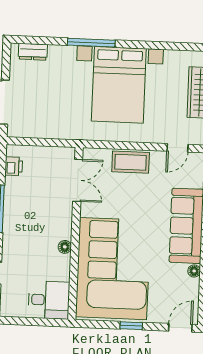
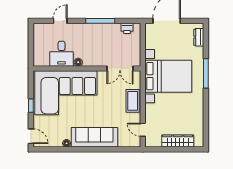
bed with nightstands: (119, 85) -> (168, 76), moved, turned 180
desk: (49, 300) -> (61, 54), moved

